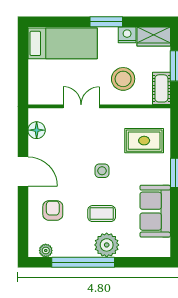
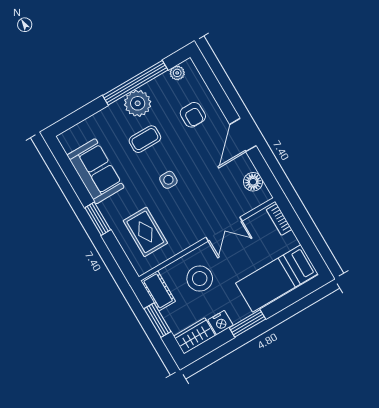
bookcase: (34, 89) -> (279, 219), added
rug: (144, 141) -> (145, 232), turned 90
door: (23, 171) -> (243, 135), hinge flipped
plant: (107, 245) -> (138, 103), moved

